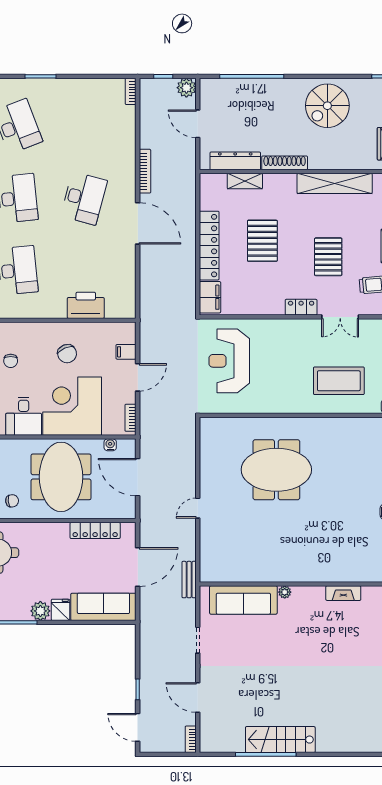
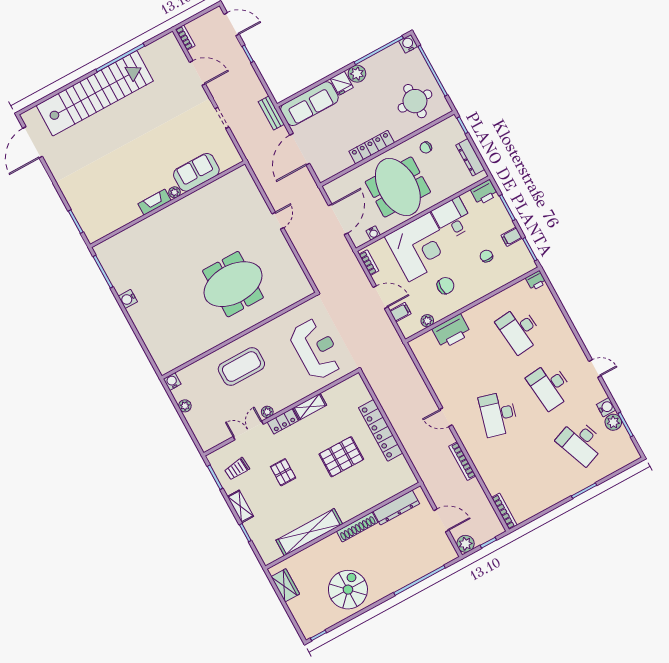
bookcase: (131, 91) -> (504, 511), width x1.56
shelving: (245, 181) -> (310, 407), moved
door: (138, 223) -> (446, 417), width x0.53
pallet: (262, 241) -> (341, 457), turned 90
pallet: (328, 257) -> (283, 472), width x0.67, depth x0.71
filing cabinet: (210, 297) -> (358, 390), removed
plant: (311, 325) -> (267, 412), added
plant: (104, 329) -> (427, 321), added
chair: (67, 354) -> (445, 286), turned 113
door: (138, 377) -> (380, 297), swing flipped
coffee table: (339, 381) -> (241, 367), moved
door: (138, 477) -> (338, 219), hinge flipped
locker: (95, 530) -> (372, 147), moved
bench: (189, 580) -> (271, 113), moved
fireplace: (343, 593) -> (154, 202), moved
sofa: (243, 600) -> (196, 172), width x0.73
stairs: (280, 740) -> (95, 93), width x1.86, depth x1.51

